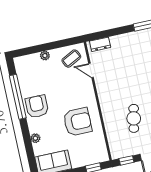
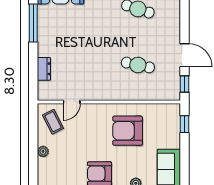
dresser: (100, 44) -> (44, 69), moved
armchair: (77, 122) -> (128, 131), turned -90

